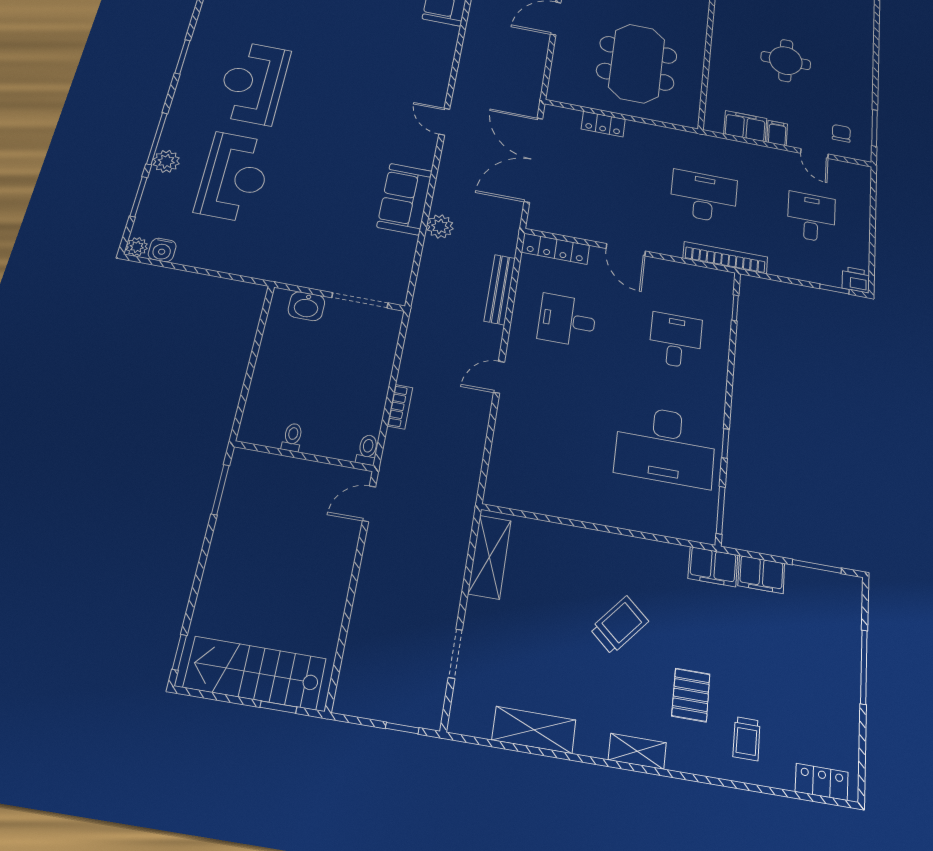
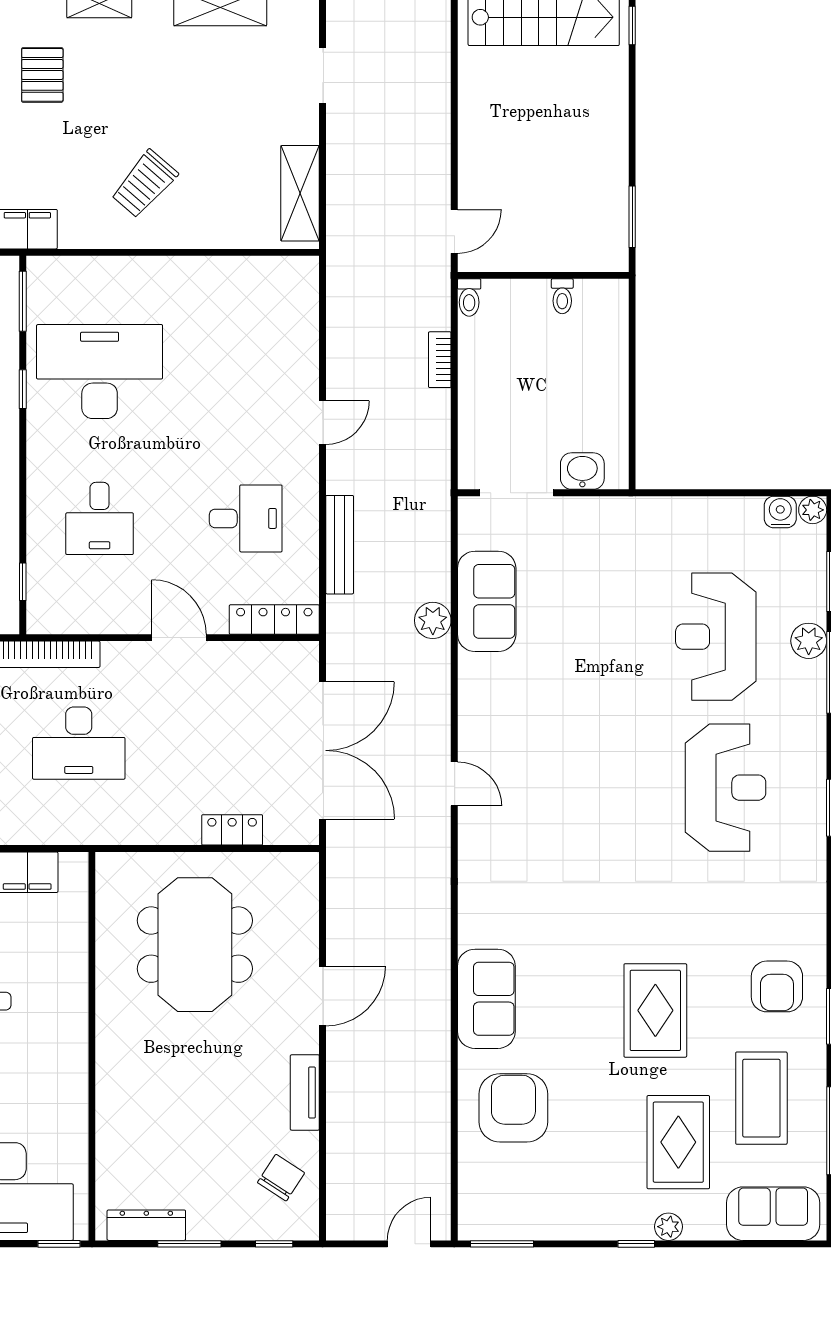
sofa: (405, 199) -> (487, 601), moved
trolley: (619, 625) -> (144, 184), moved

